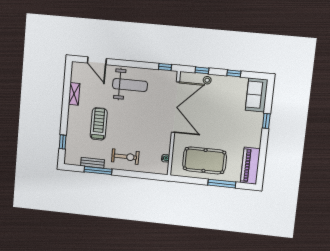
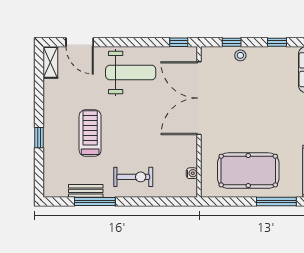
shelving: (74, 94) -> (50, 62), moved
double door: (175, 107) -> (199, 98), swing flipped
window: (63, 142) -> (39, 138), moved

